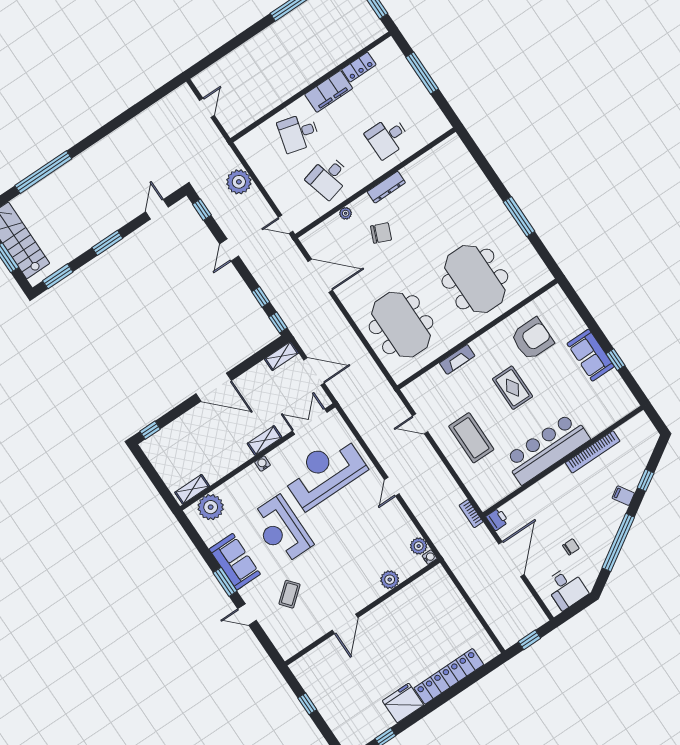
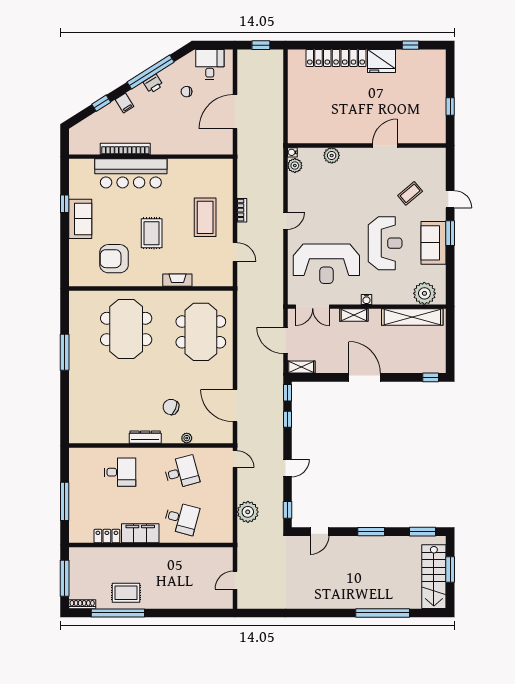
rug: (304, 25) -> (126, 593), added
bar counter: (547, 449) -> (131, 173), moved
shelving: (192, 489) -> (412, 317), width x2.20, depth x1.33
bookcase: (471, 514) -> (242, 210), moved
printer: (497, 519) -> (153, 84), moved, turned -122

